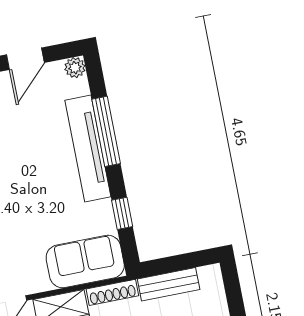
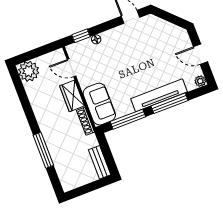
window: (122, 213) -> (128, 119), width x2.17
bench: (169, 284) -> (100, 162), moved

